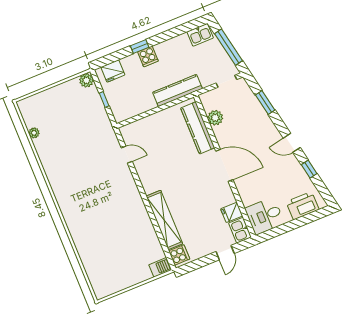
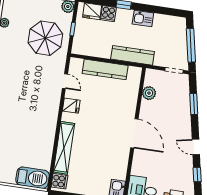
kitchen sink: (200, 35) -> (143, 18), moved
cooker: (148, 56) -> (108, 14), moved
parasol: (83, 124) -> (45, 38), added
kitchen counter: (198, 128) -> (105, 69), moved, turned -90
fridge: (232, 212) -> (71, 106), moved, turned 180
barbecue: (160, 267) -> (33, 178), width x1.88, depth x1.53

